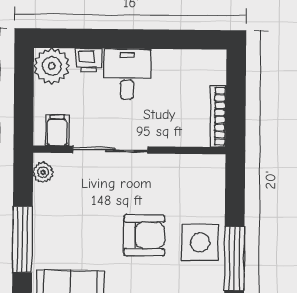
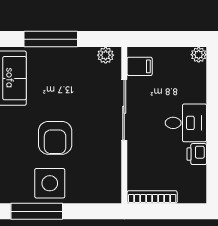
printer: (89, 60) -> (197, 154), moved
plant: (52, 66) -> (199, 55), width x0.53, depth x0.53

